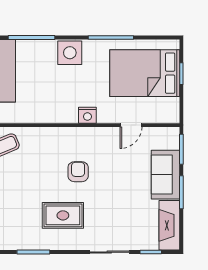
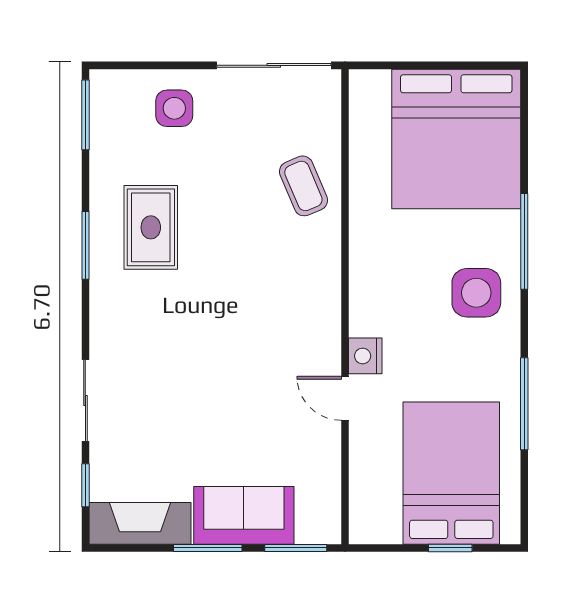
side table: (70, 53) -> (476, 293), moved
door: (131, 125) -> (345, 398), moved
armchair: (78, 172) -> (250, 337), removed
rug: (63, 215) -> (151, 227), moved

